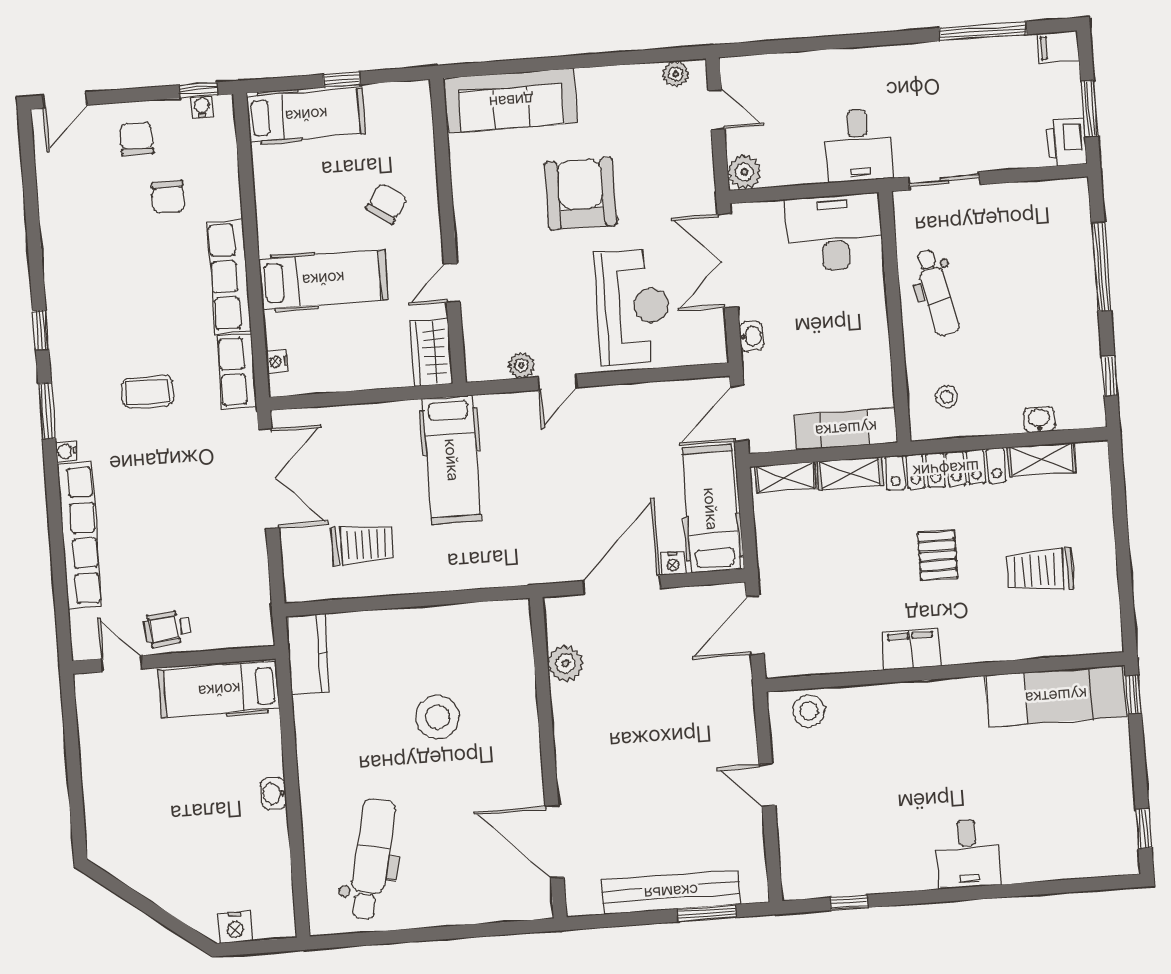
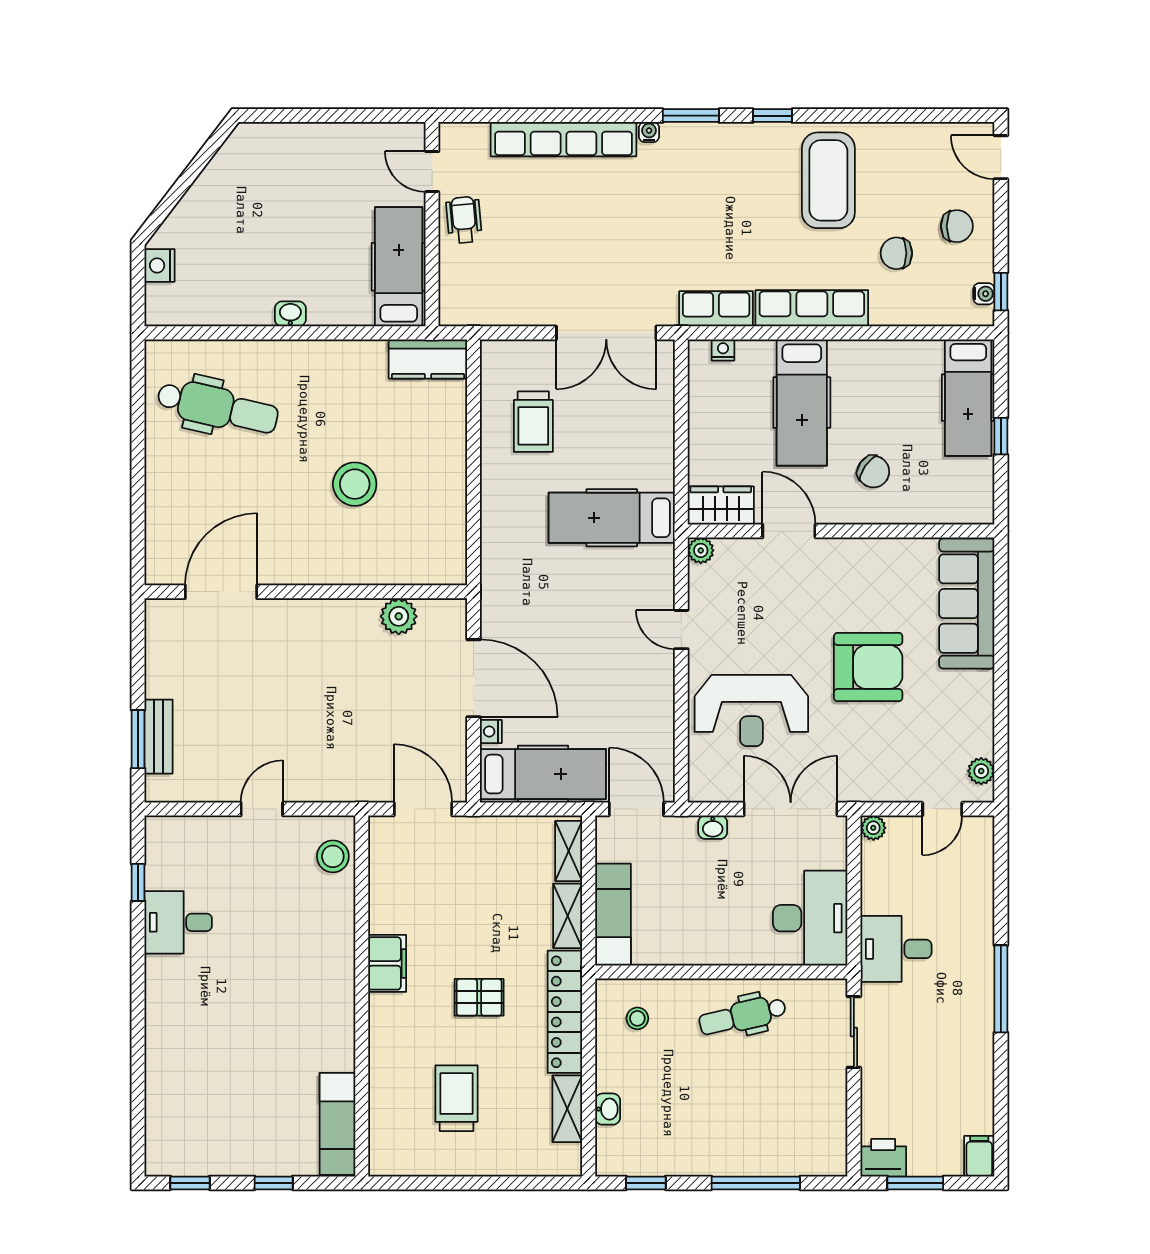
window: (983, 31) -> (1001, 989), moved
plant: (744, 172) -> (873, 828), width x0.73, depth x0.73
door: (452, 283) -> (789, 531), width x1.38
plant: (521, 365) -> (701, 550), moved
coffee table: (147, 392) -> (828, 180), moved, width x1.86, depth x1.72
door: (122, 664) -> (432, 172), swing flipped
window: (1133, 694) -> (274, 1183), moved
exam couch: (1056, 696) -> (337, 1124), width x0.73, depth x0.69
desk: (968, 853) -> (178, 922), moved
bench: (671, 892) -> (159, 737), width x0.54, depth x0.82

